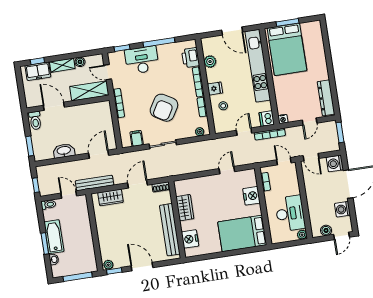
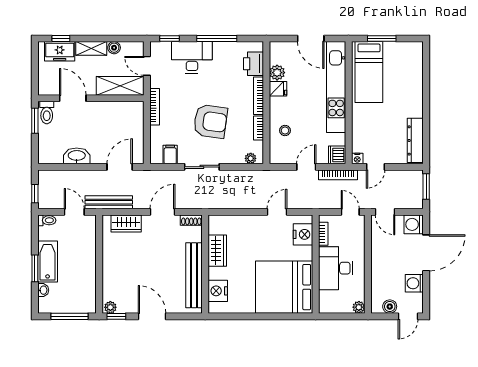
bed: (287, 49) -> (369, 72), width x0.67
fridge: (215, 88) -> (278, 89), moved
armchair: (164, 108) -> (210, 121), turned -113
door: (310, 122) -> (376, 167), moved
window: (30, 146) -> (35, 121), moved
nightstand: (251, 196) -> (303, 234), moved
desk: (290, 213) -> (336, 268), moved, turned 180
bed: (242, 233) -> (284, 287), width x1.36

